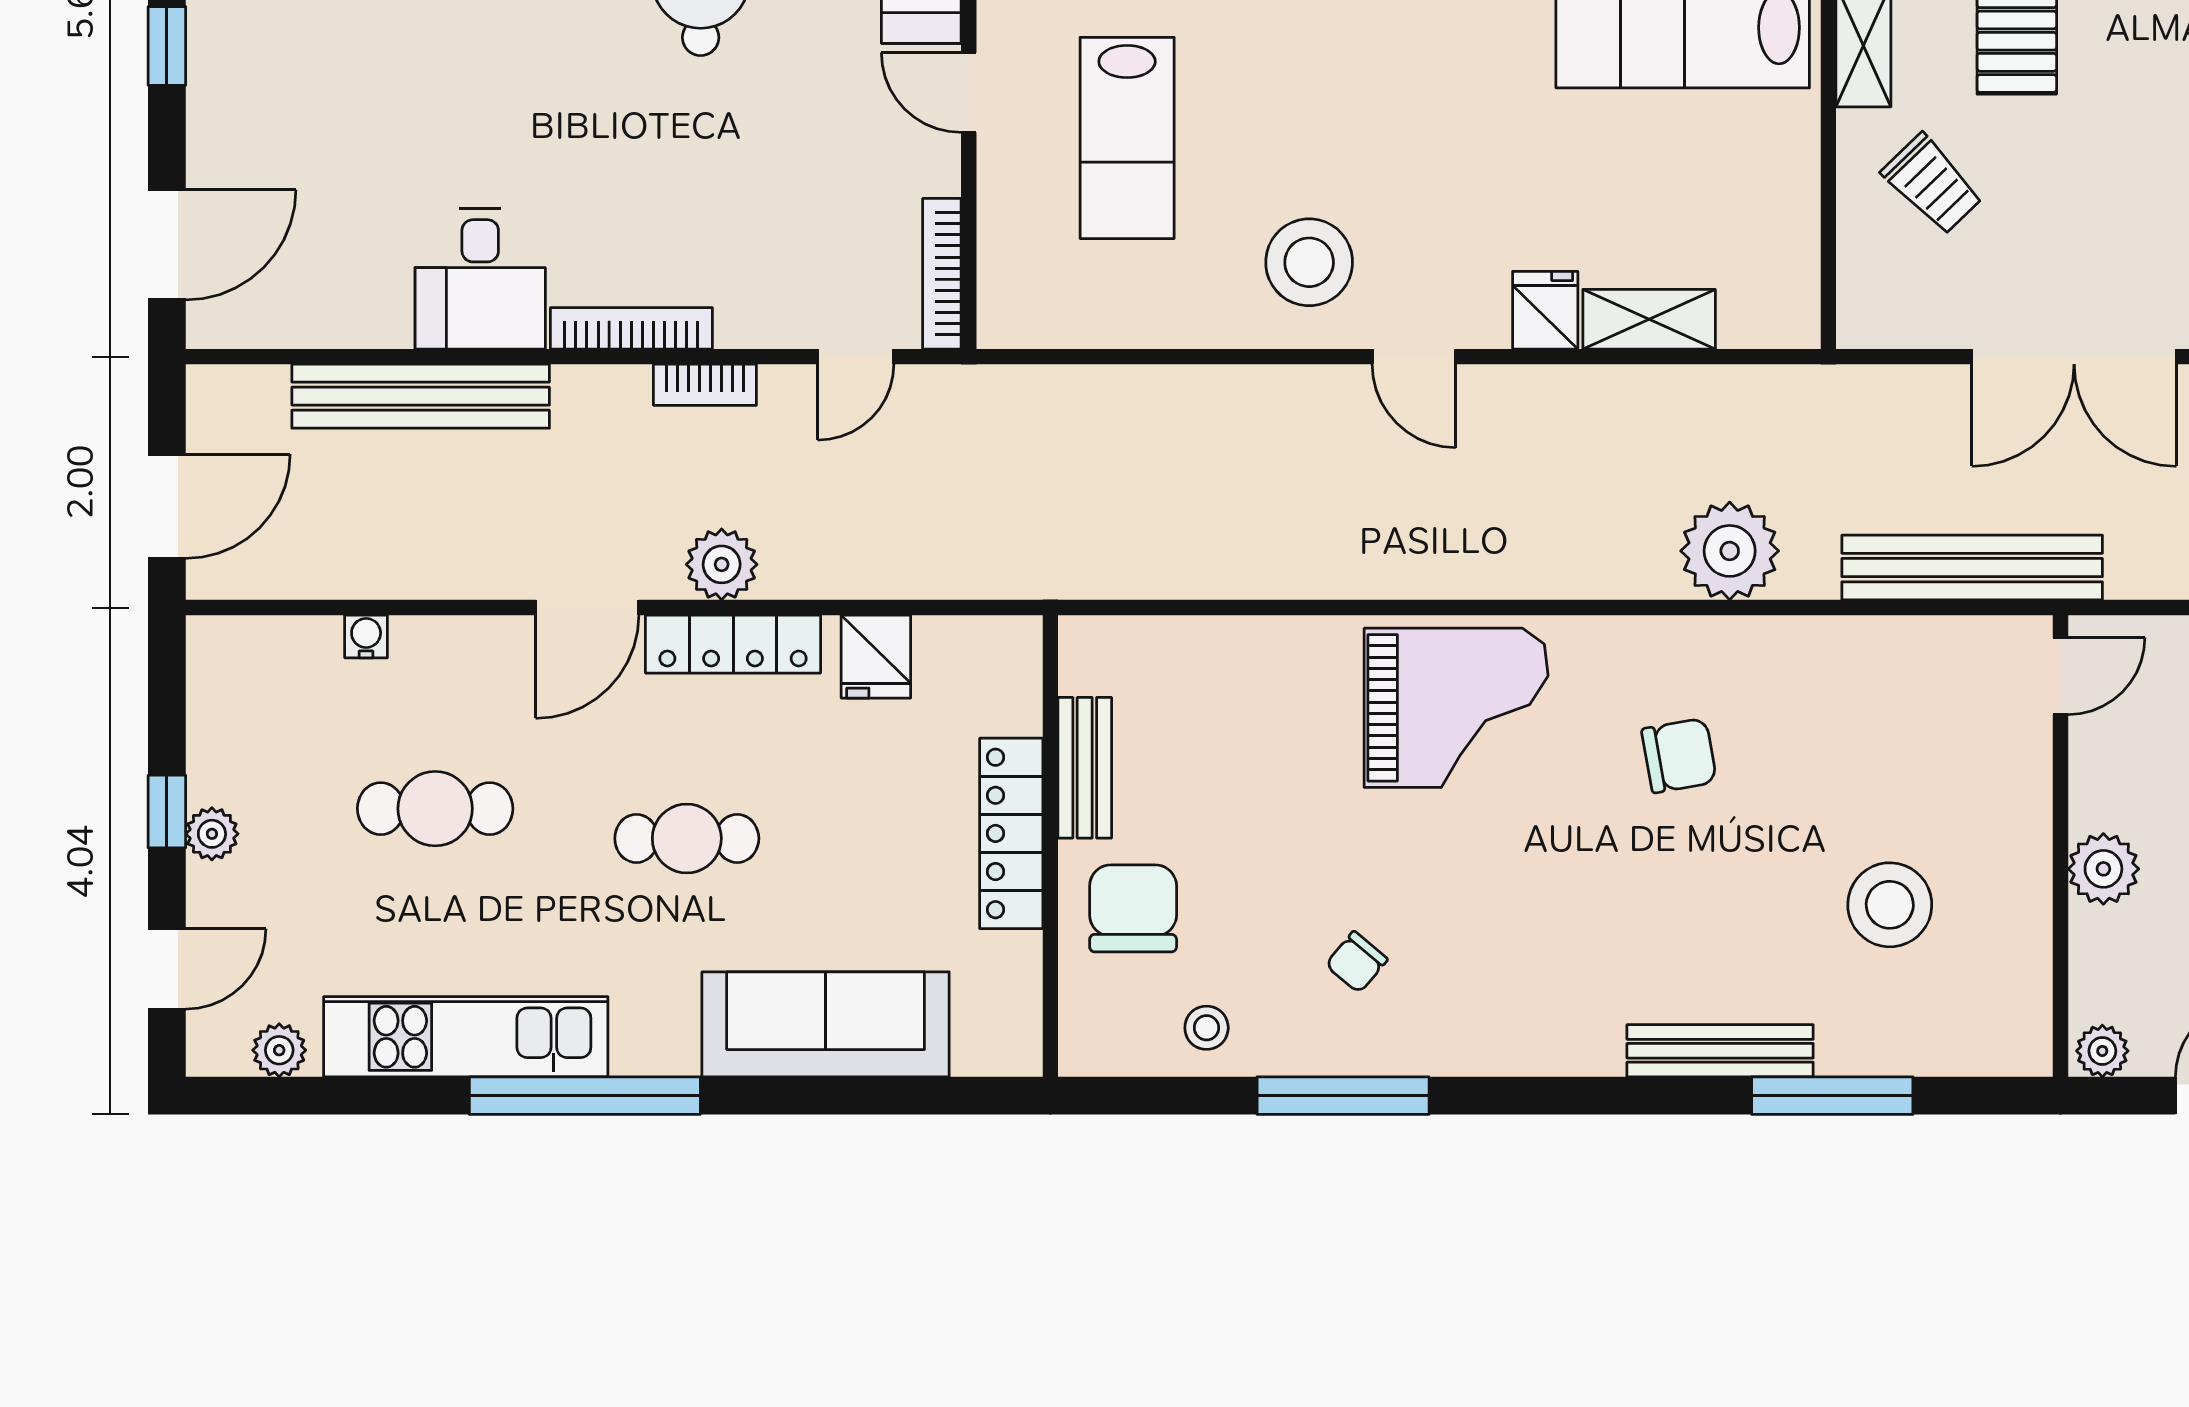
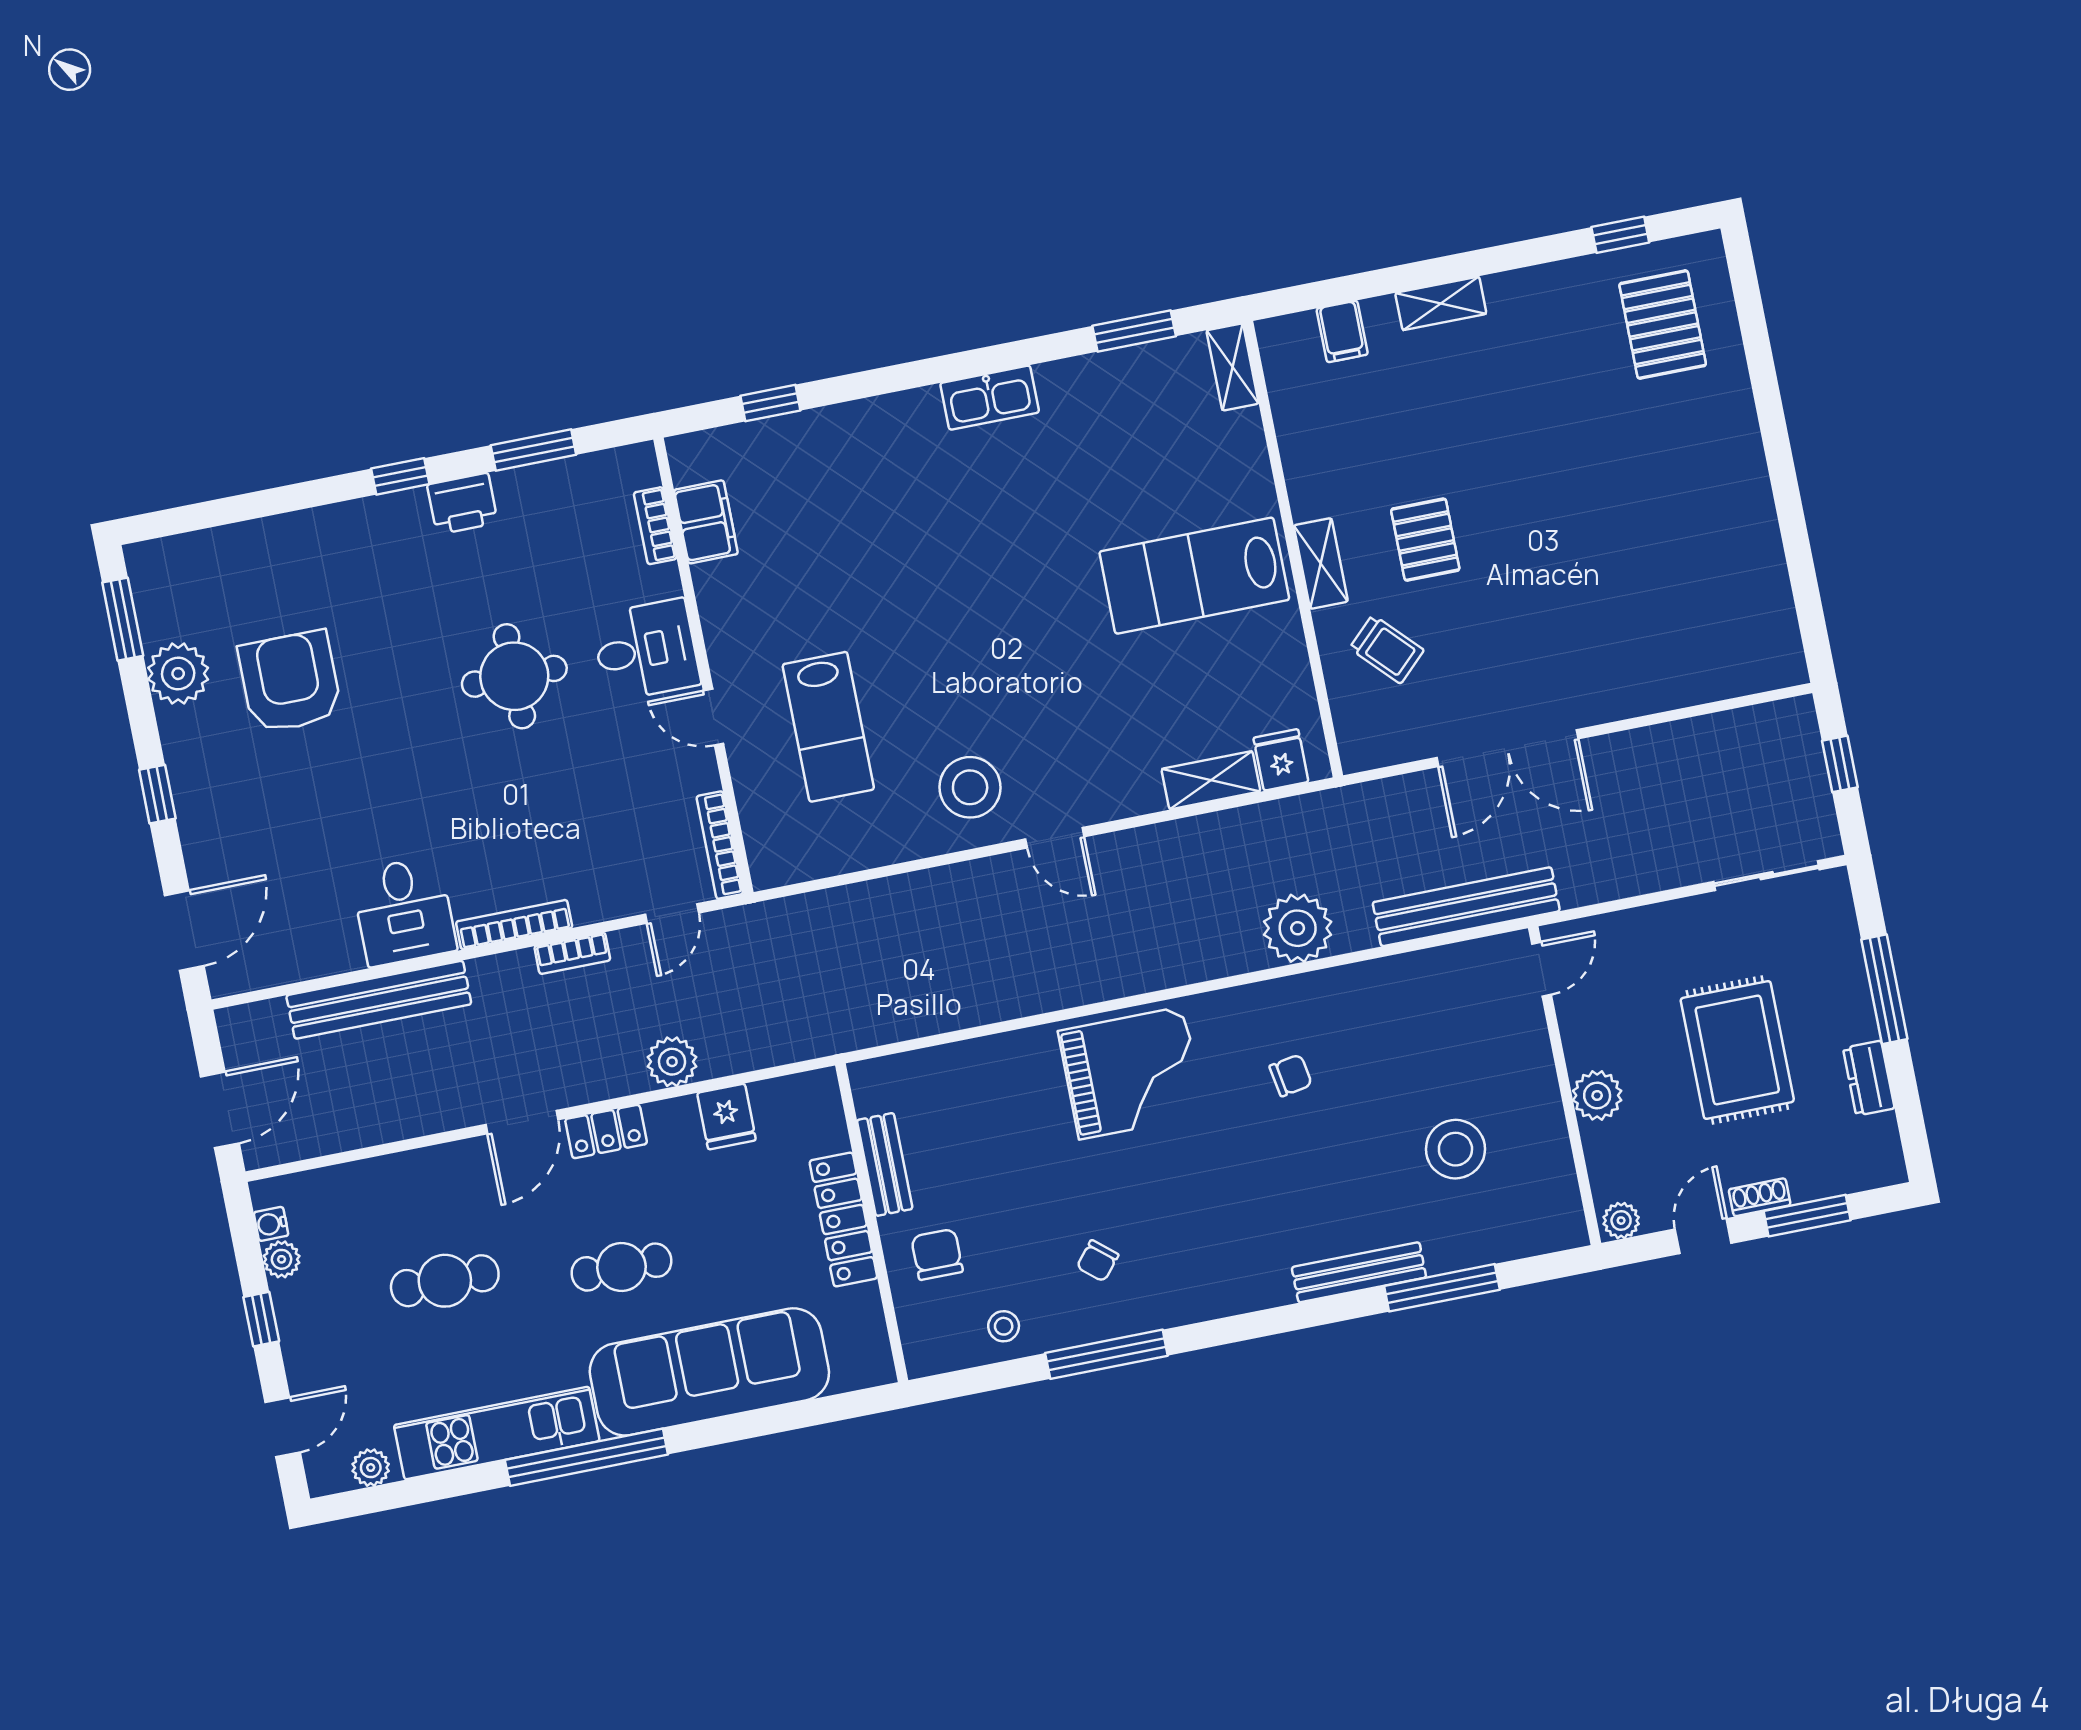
fridge: (1545, 310) -> (1281, 760), moved
plant: (722, 564) -> (672, 1062), moved
water cooler: (366, 636) -> (271, 1224), moved, turned -90
locker: (733, 644) -> (606, 1131), width x0.66
chair: (1679, 756) -> (1291, 1075), width x0.73, depth x0.73
plant: (212, 834) -> (282, 1259), moved
chair: (1133, 908) -> (937, 1254), width x0.73, depth x0.73
sofa: (826, 1024) -> (709, 1372), width x1.36, depth x1.27

